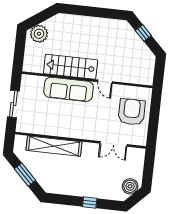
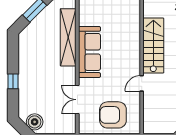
sofa: (69, 89) -> (89, 52), moved, turned 180
armchair: (132, 112) -> (113, 115), turned 180

